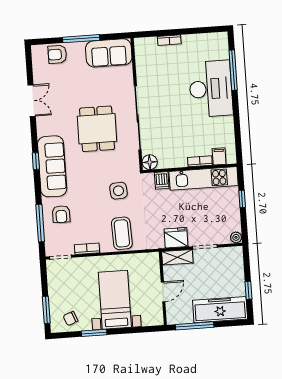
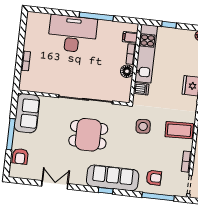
window: (233, 70) -> (96, 16), moved
floor lamp: (150, 162) -> (127, 71), moved

